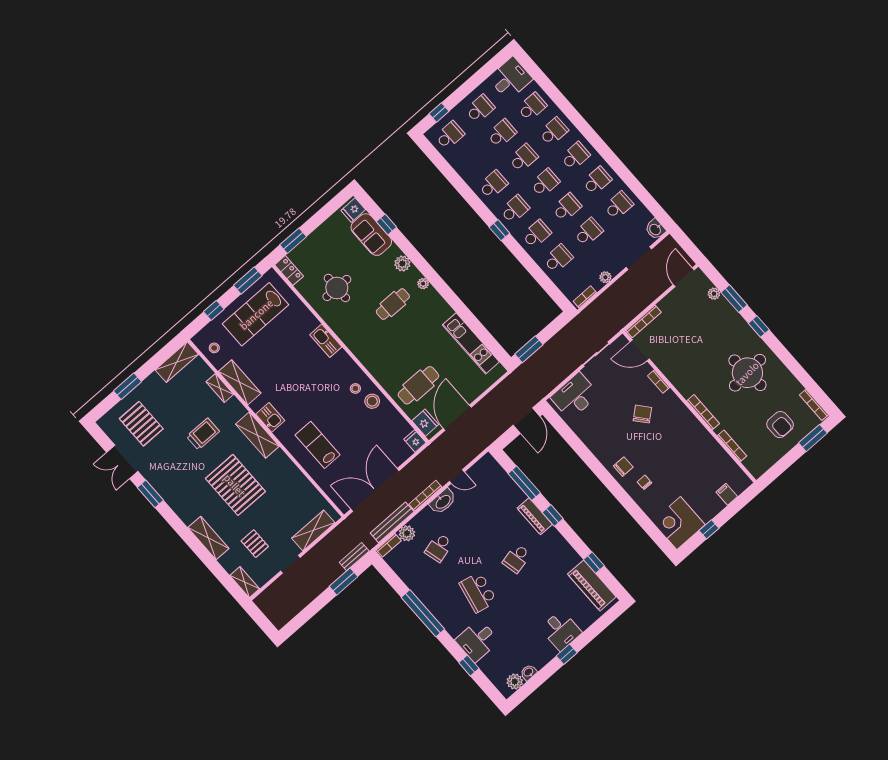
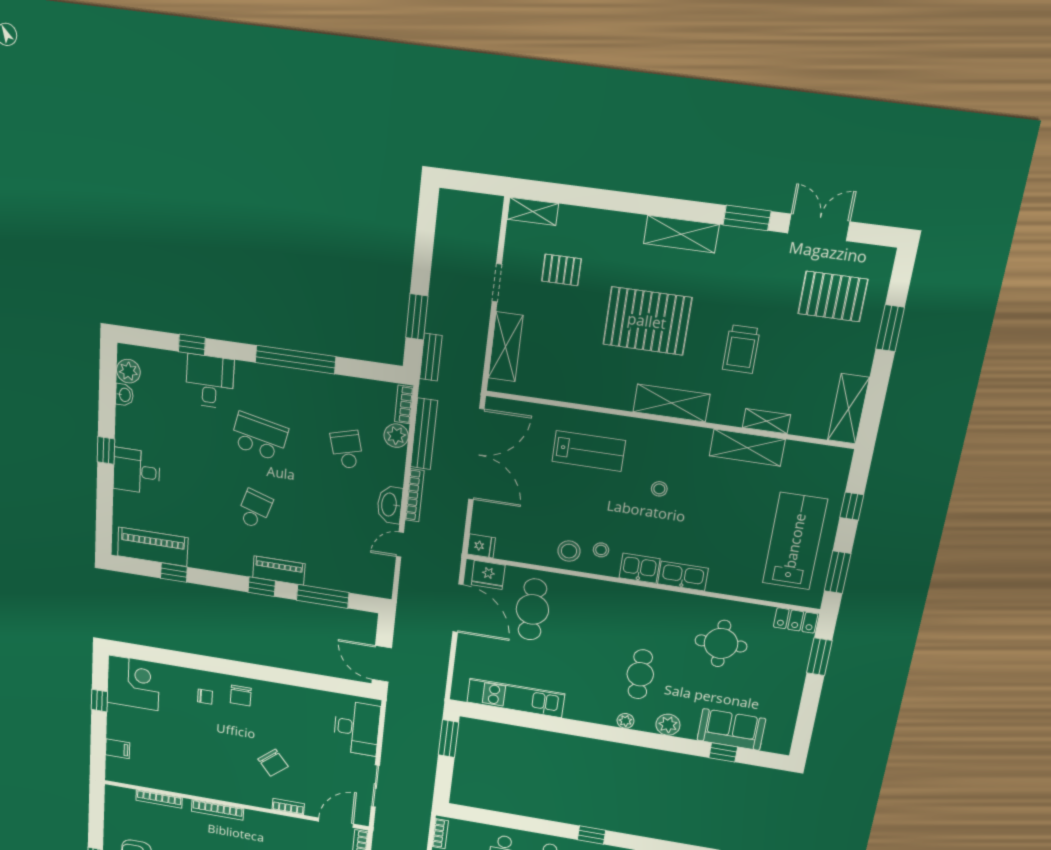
fridge: (353, 210) -> (776, 740), removed
stool: (214, 348) -> (659, 489), moved
kitchen sink: (270, 417) -> (639, 568), moved, turned 180
shelving: (208, 538) -> (681, 234), moved
school desk: (517, 558) -> (255, 509), turned 30

